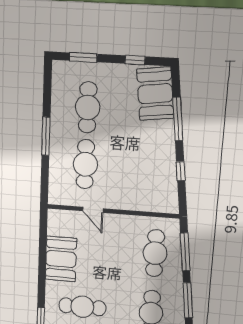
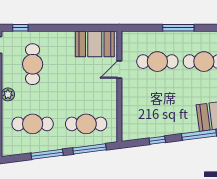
booth: (61, 259) -> (95, 44), moved

